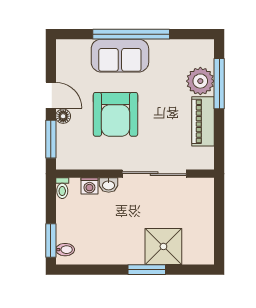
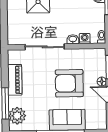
plant: (200, 81) -> (17, 116), moved
armchair: (116, 114) -> (69, 83), turned -90

